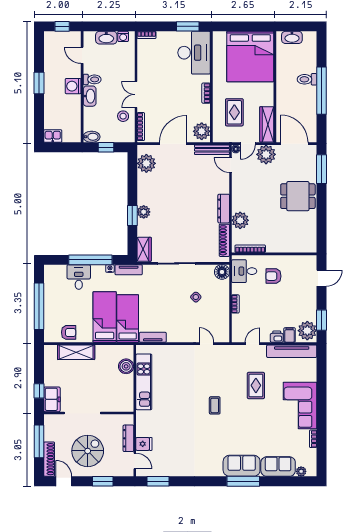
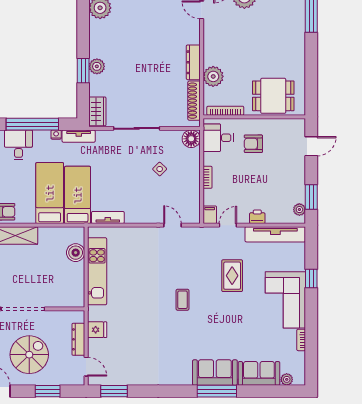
dining table: (298, 196) -> (273, 96), moved
plant: (307, 331) -> (299, 210), width x0.53, depth x0.53
filing cabinet: (290, 335) -> (210, 215), moved
window: (321, 388) -> (311, 278), added
fridge: (144, 444) -> (97, 330), moved

